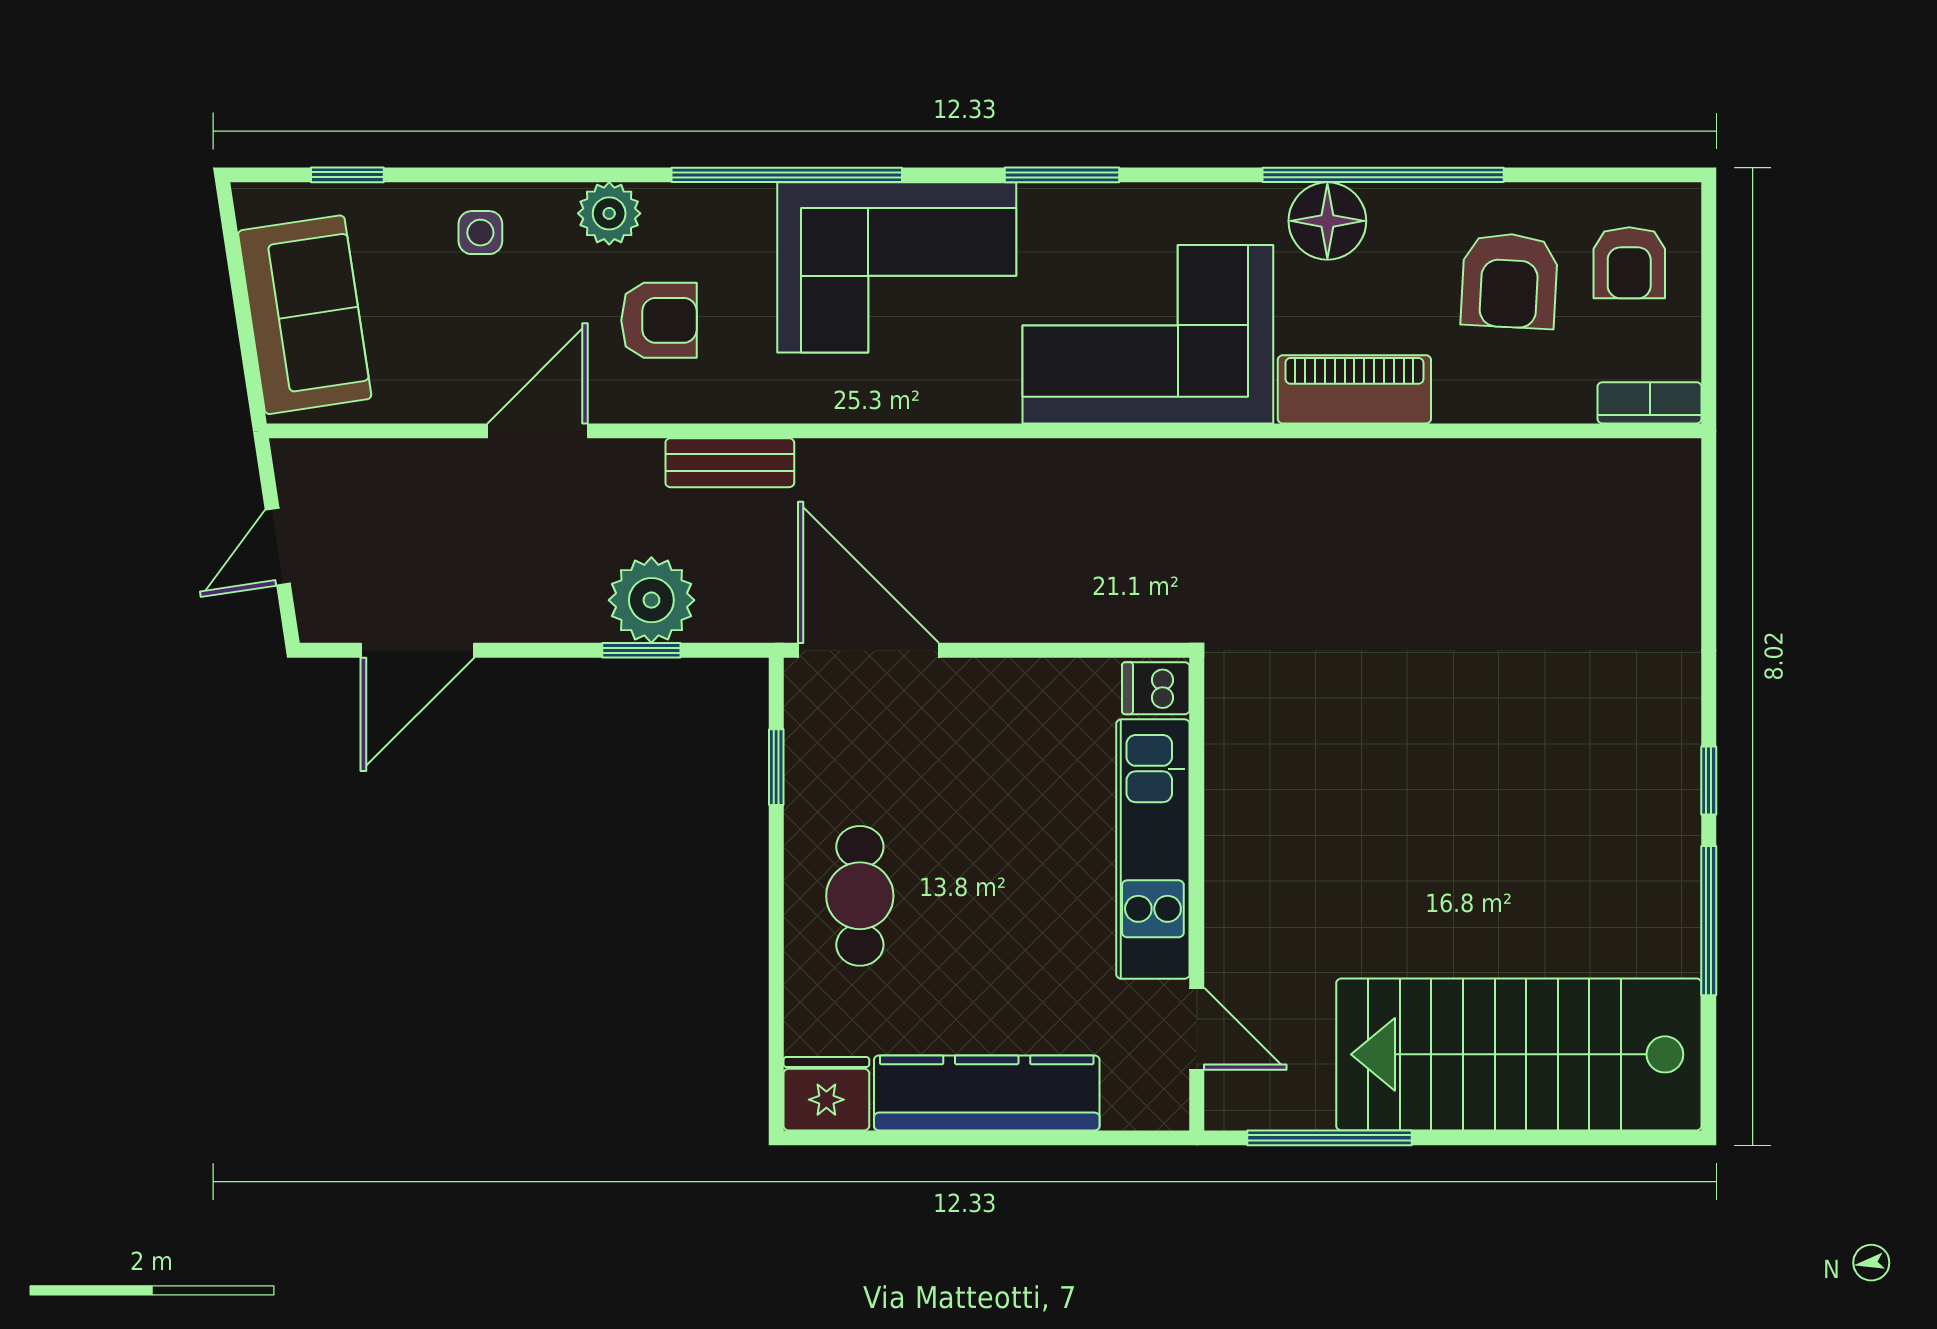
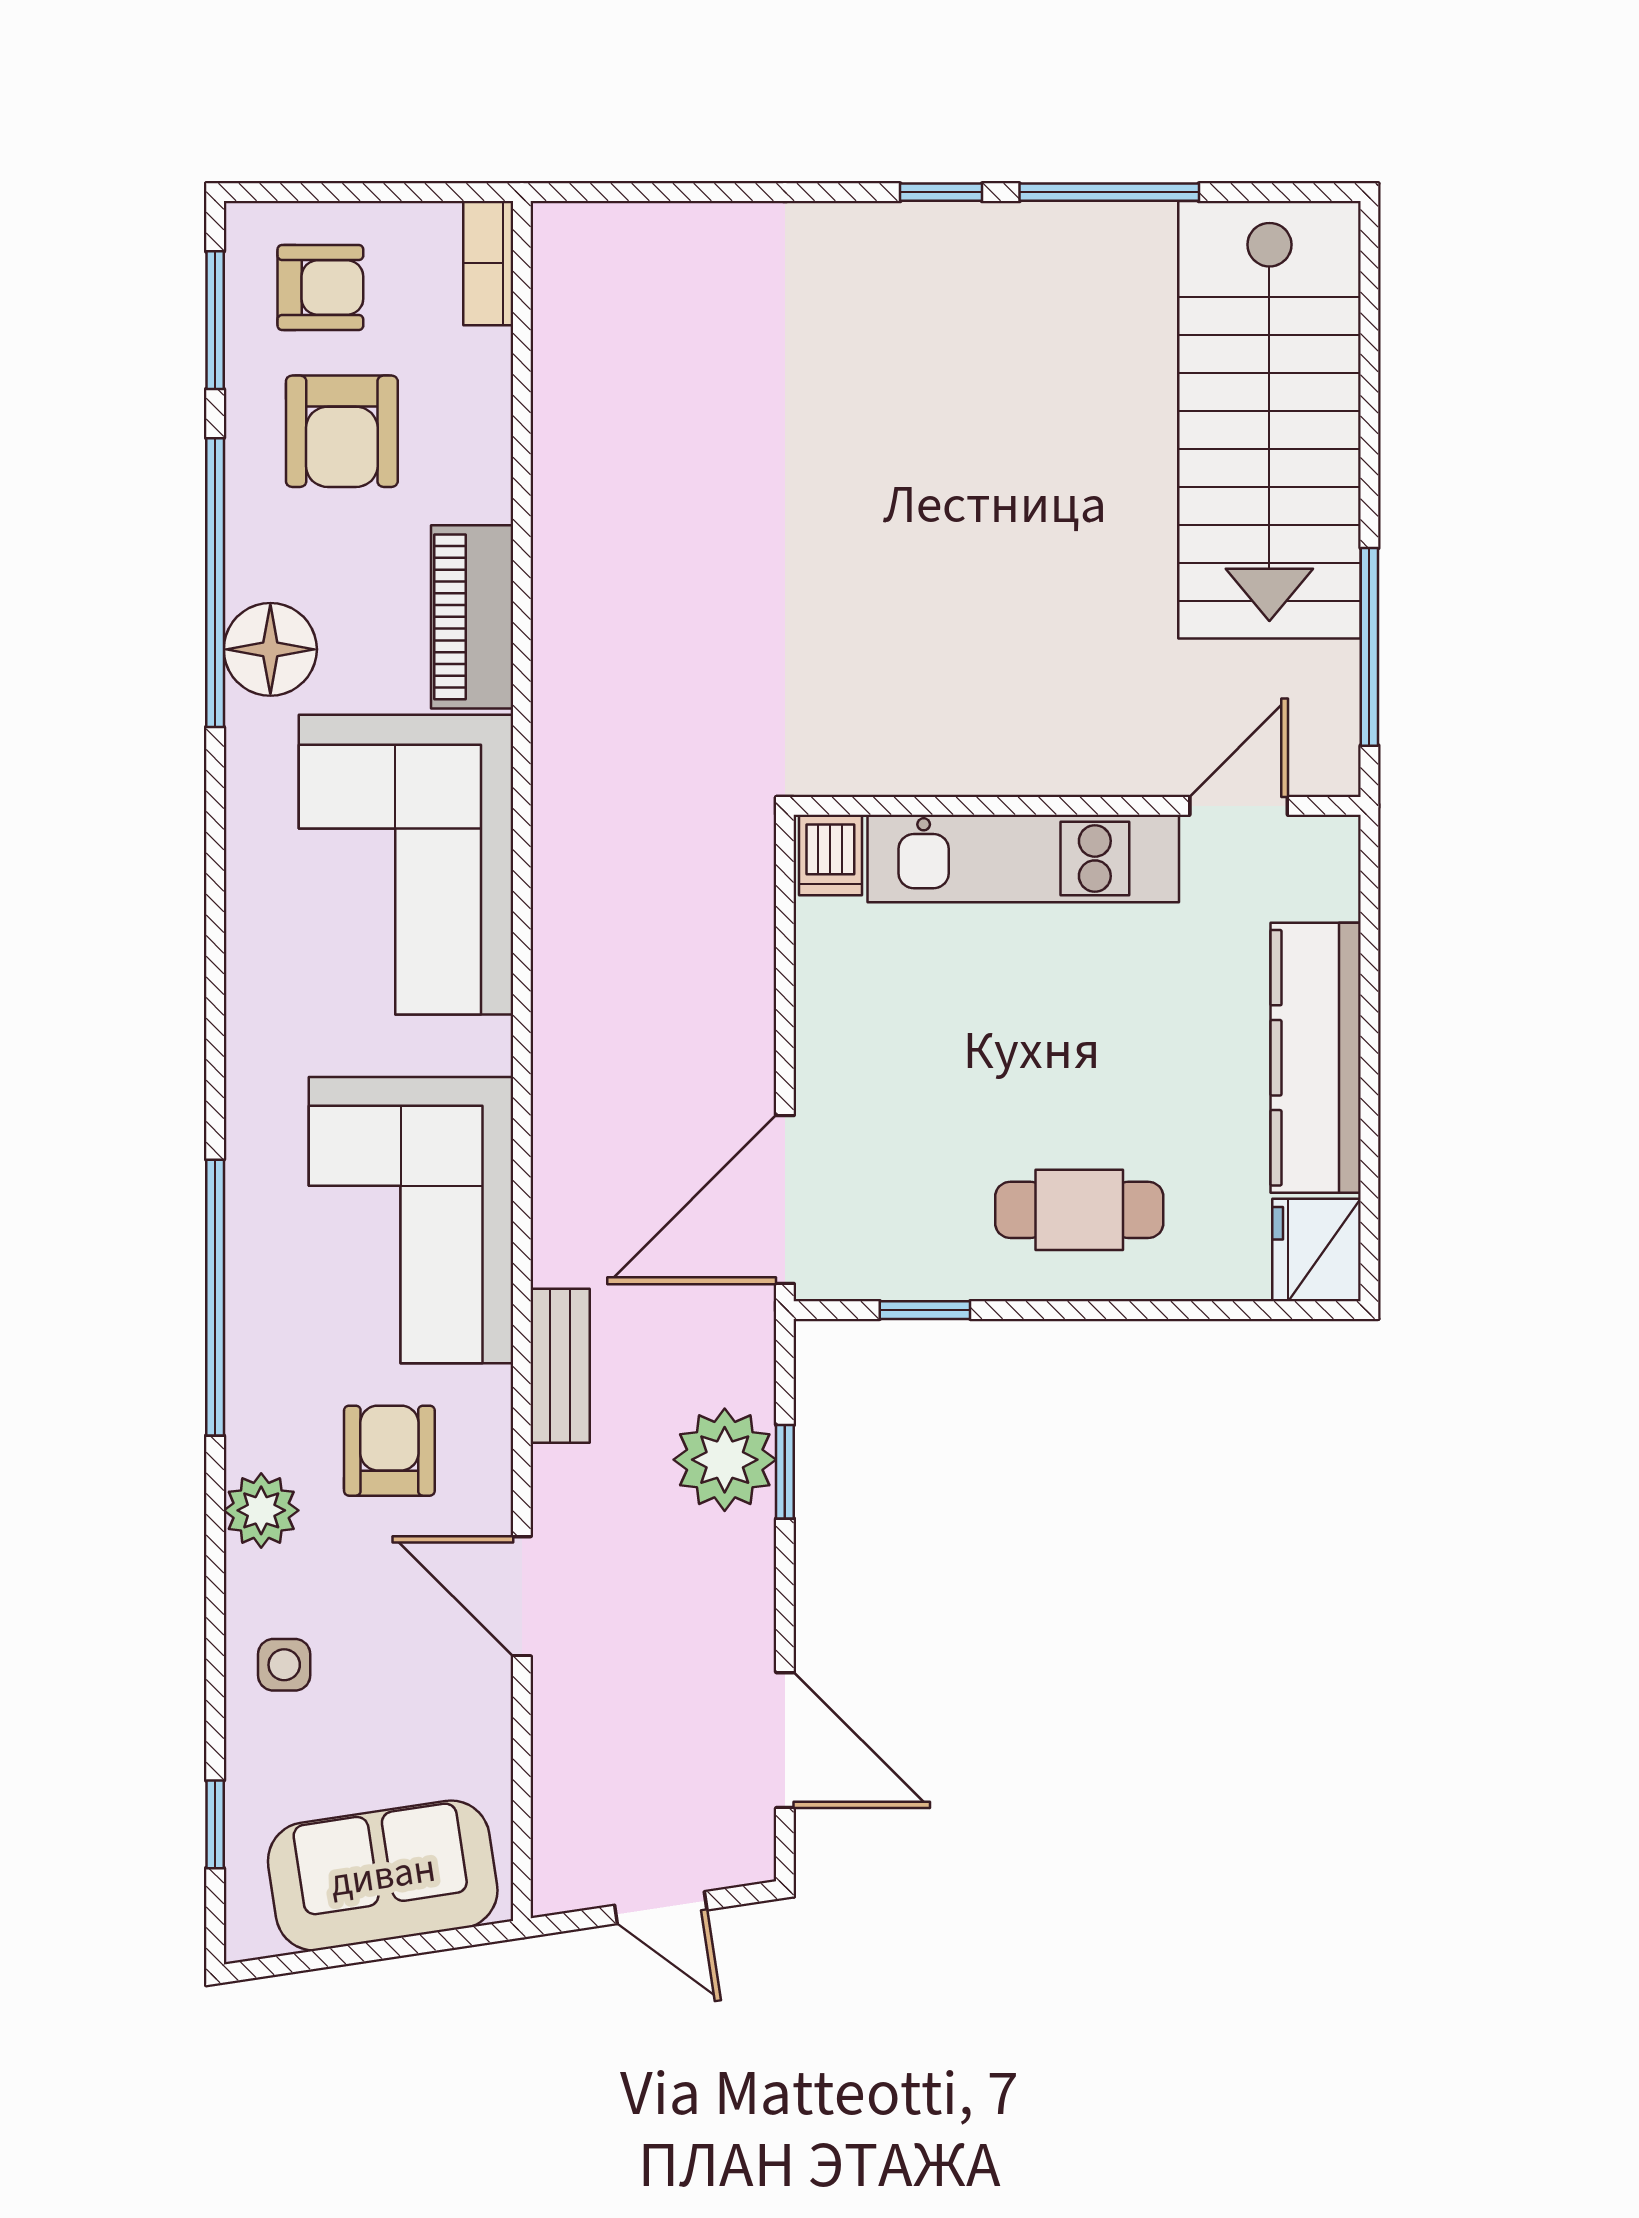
window: (1062, 175) -> (215, 320), moved
corner sofa: (897, 267) -> (411, 1220), moved, turned 180
armchair: (1509, 281) -> (342, 431), turned 87

